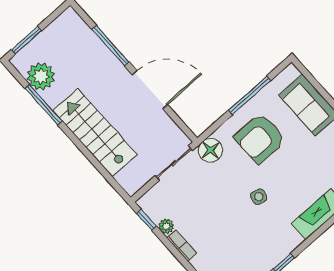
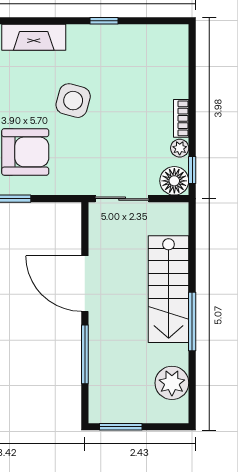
window: (26, 40) -> (121, 427), moved
window: (44, 105) -> (192, 321), moved
floor lamp: (210, 150) -> (174, 181), moved
side table: (259, 197) -> (73, 101), width x1.87, depth x1.87

